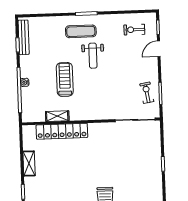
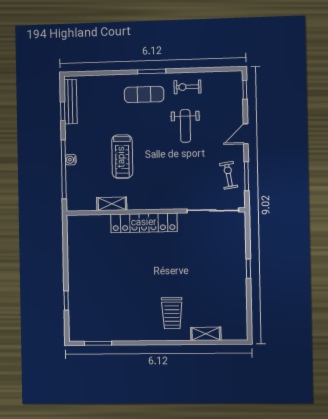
exercise bike: (134, 30) -> (187, 87), moved
door: (159, 49) -> (246, 134), moved
weight bench: (93, 56) -> (185, 126), moved
treadmill: (65, 79) -> (122, 157), turned 180
locker: (62, 131) -> (144, 223), moved
shelving: (29, 163) -> (75, 264), removed

